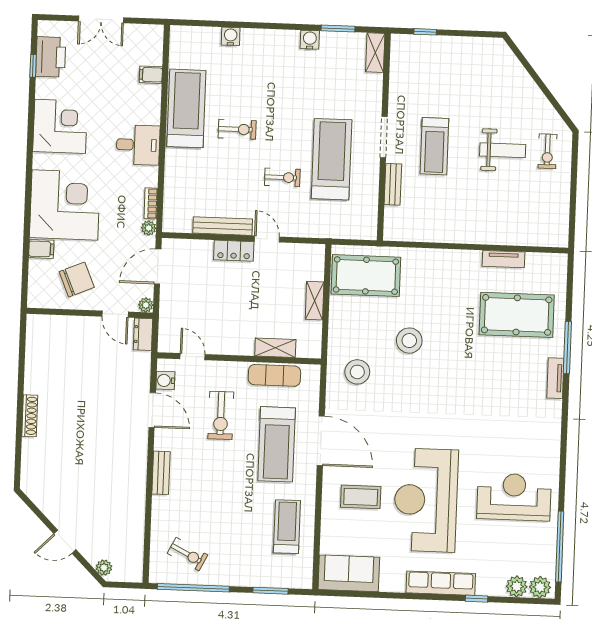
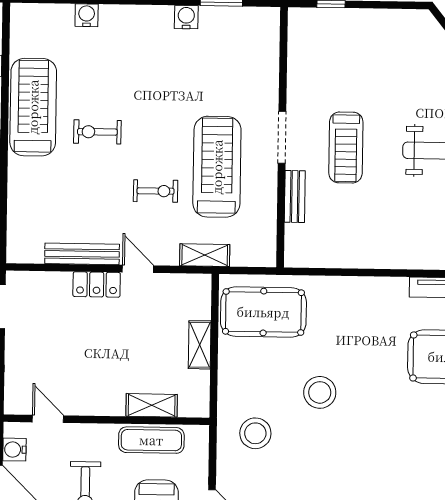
shelving: (375, 53) -> (205, 255), moved, turned 90
exercise bike: (237, 129) -> (97, 132), turned 180

